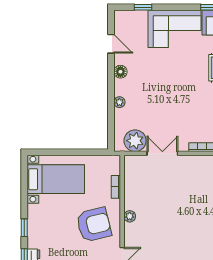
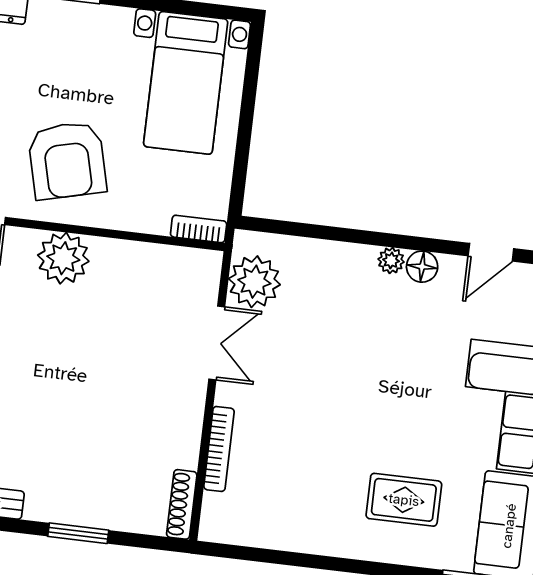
plant: (119, 102) -> (391, 260), moved
bookcase: (116, 187) -> (199, 229), moved
plant: (130, 216) -> (63, 258), width x1.87, depth x1.87

